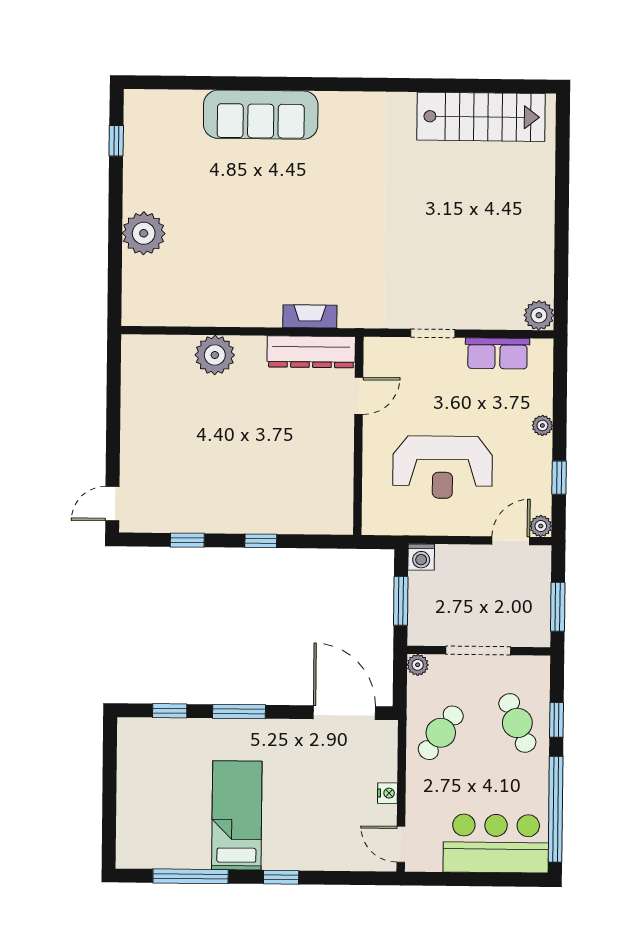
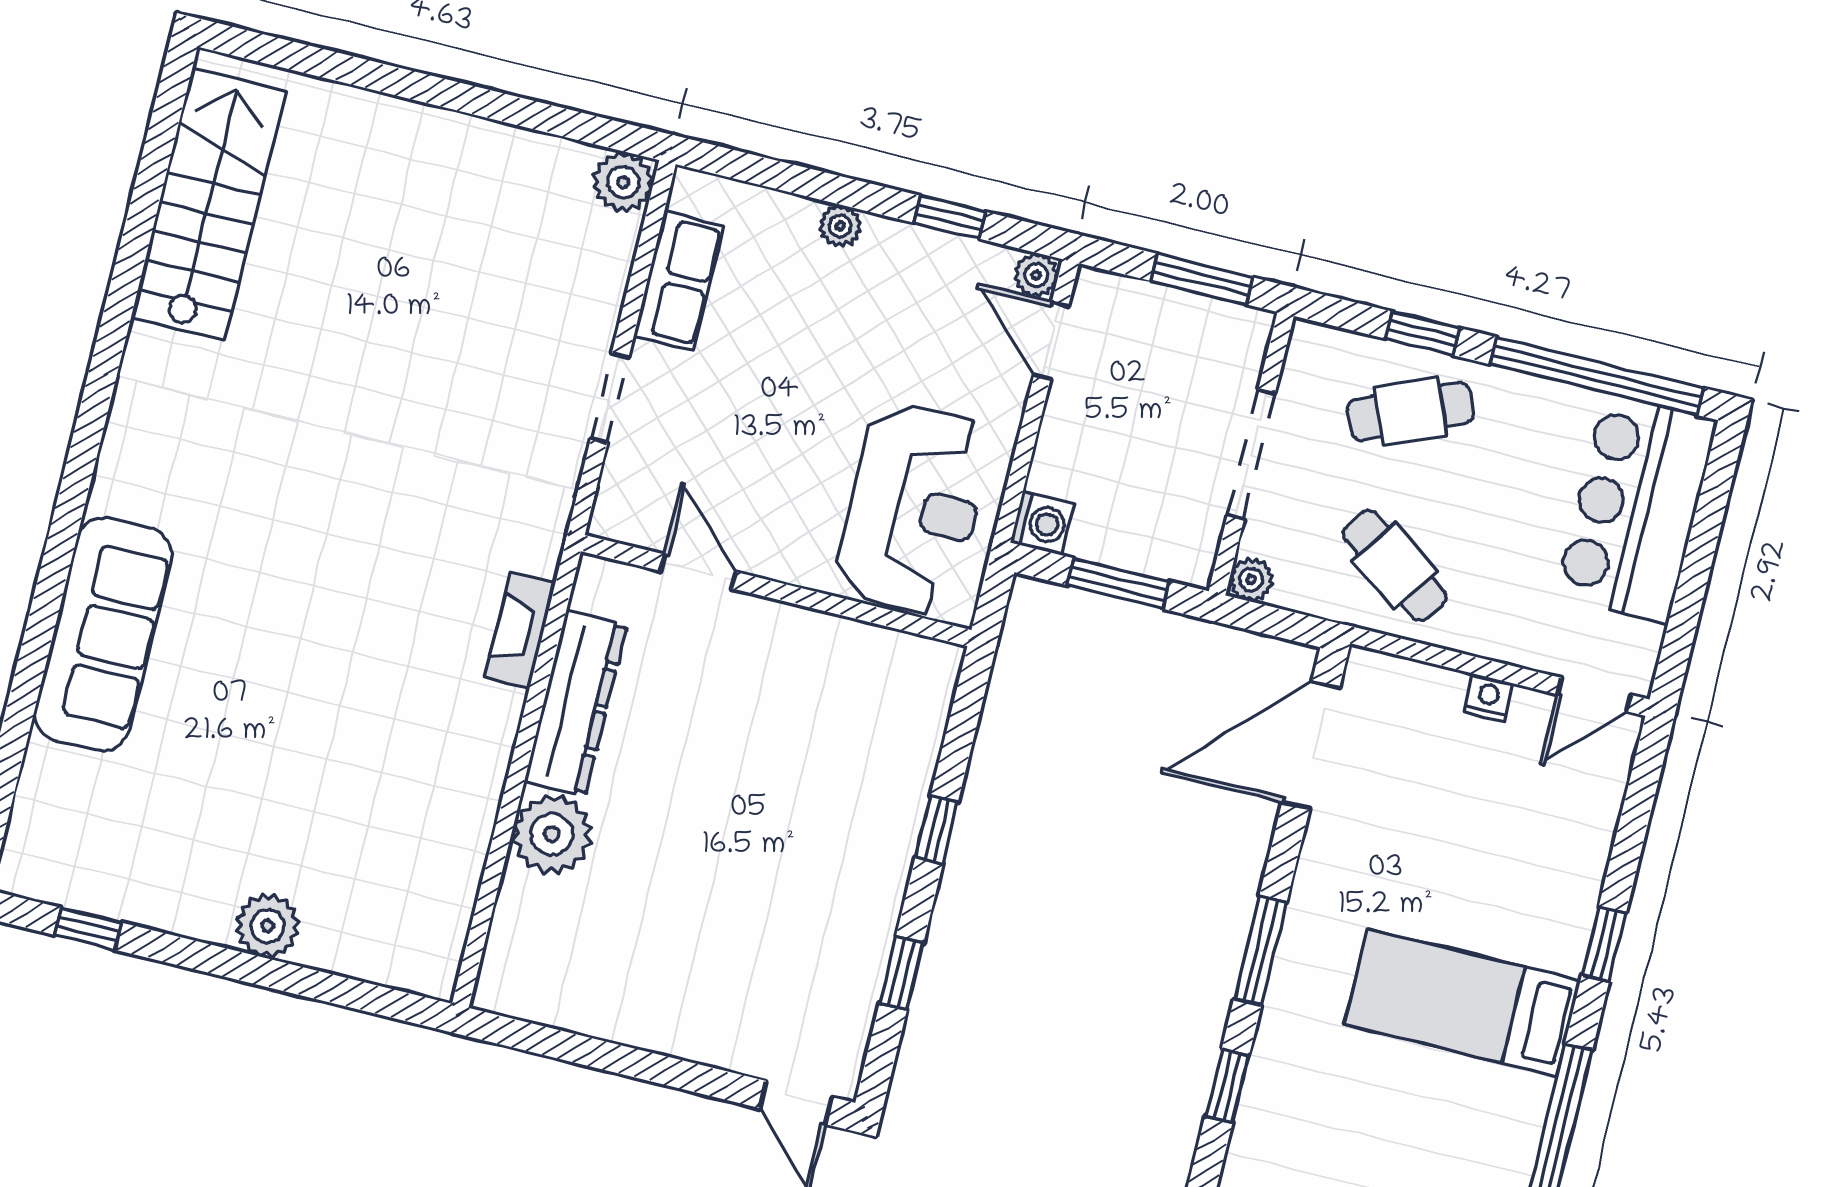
plant: (144, 233) -> (268, 926), width x0.73, depth x0.73
dresser: (311, 352) -> (576, 703), moved
reception desk: (443, 467) -> (913, 508), moved

